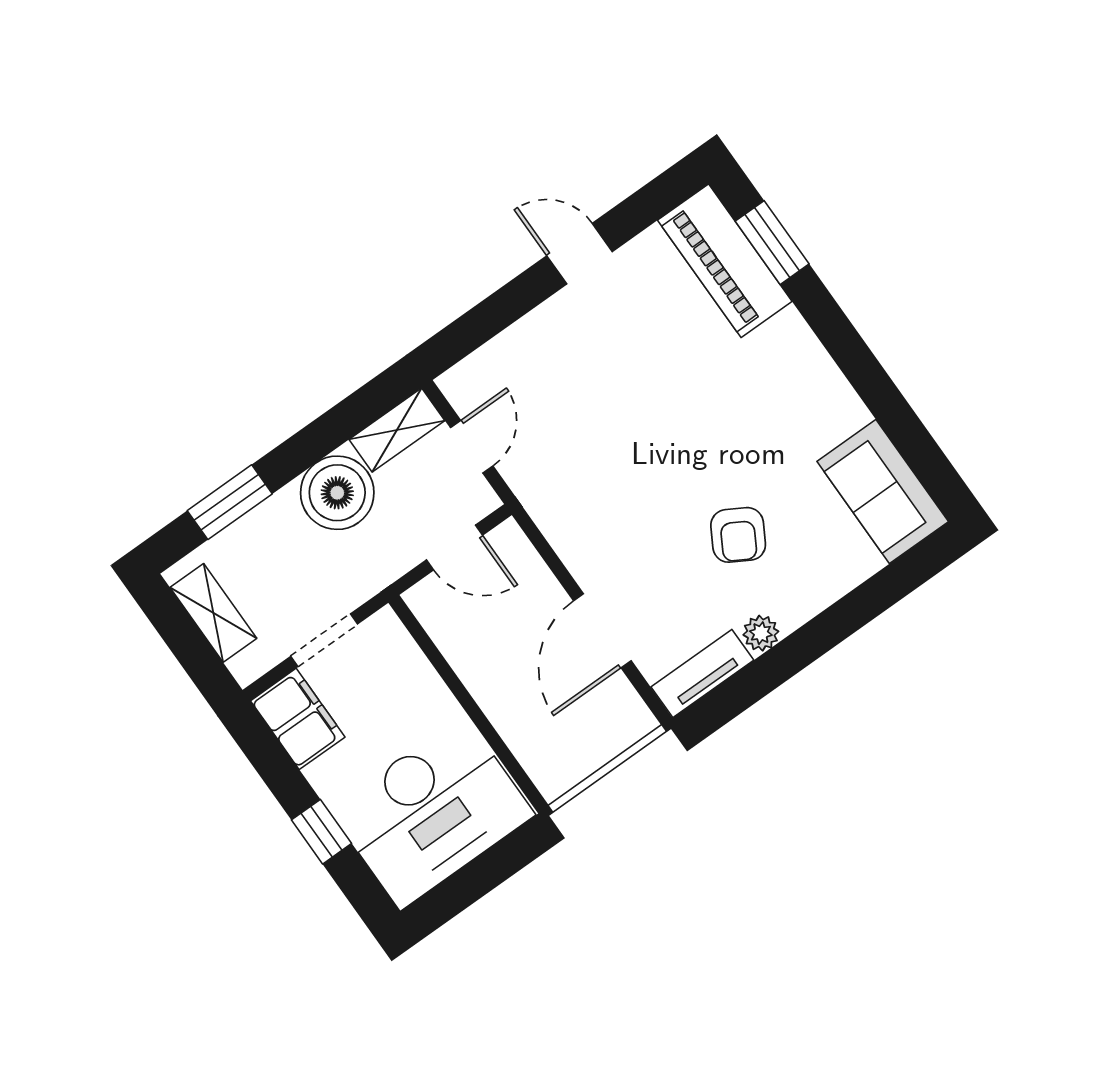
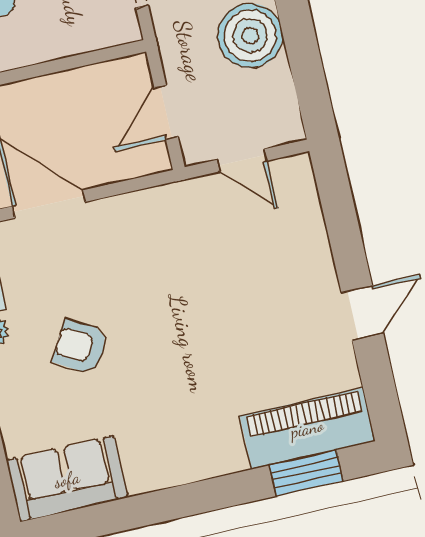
shelving: (397, 430) -> (281, 105), removed

